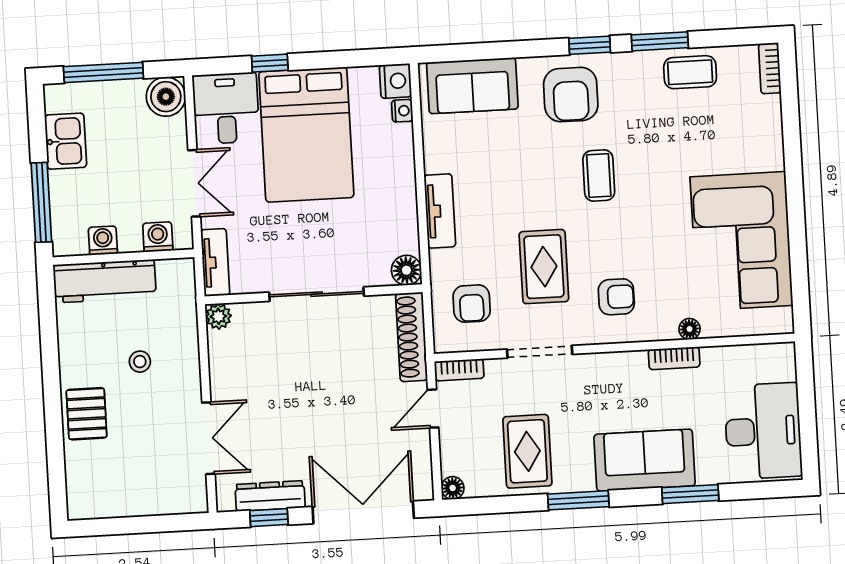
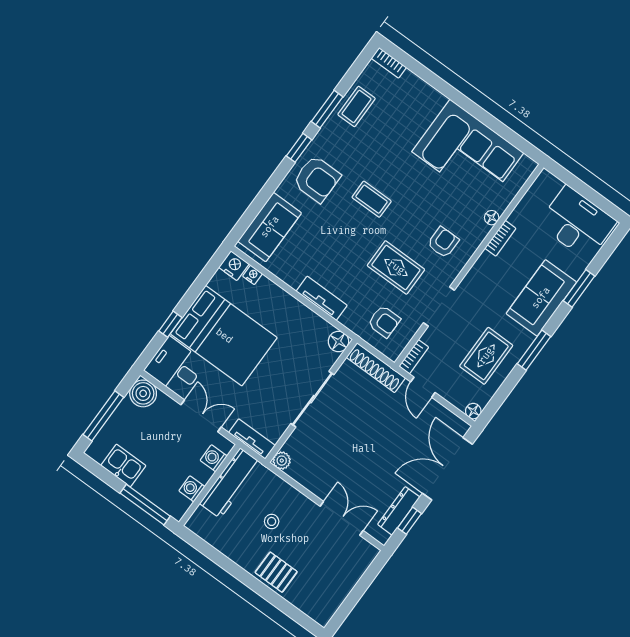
workbench: (105, 281) -> (230, 483), moved
rug: (527, 451) -> (486, 356), turned 90

